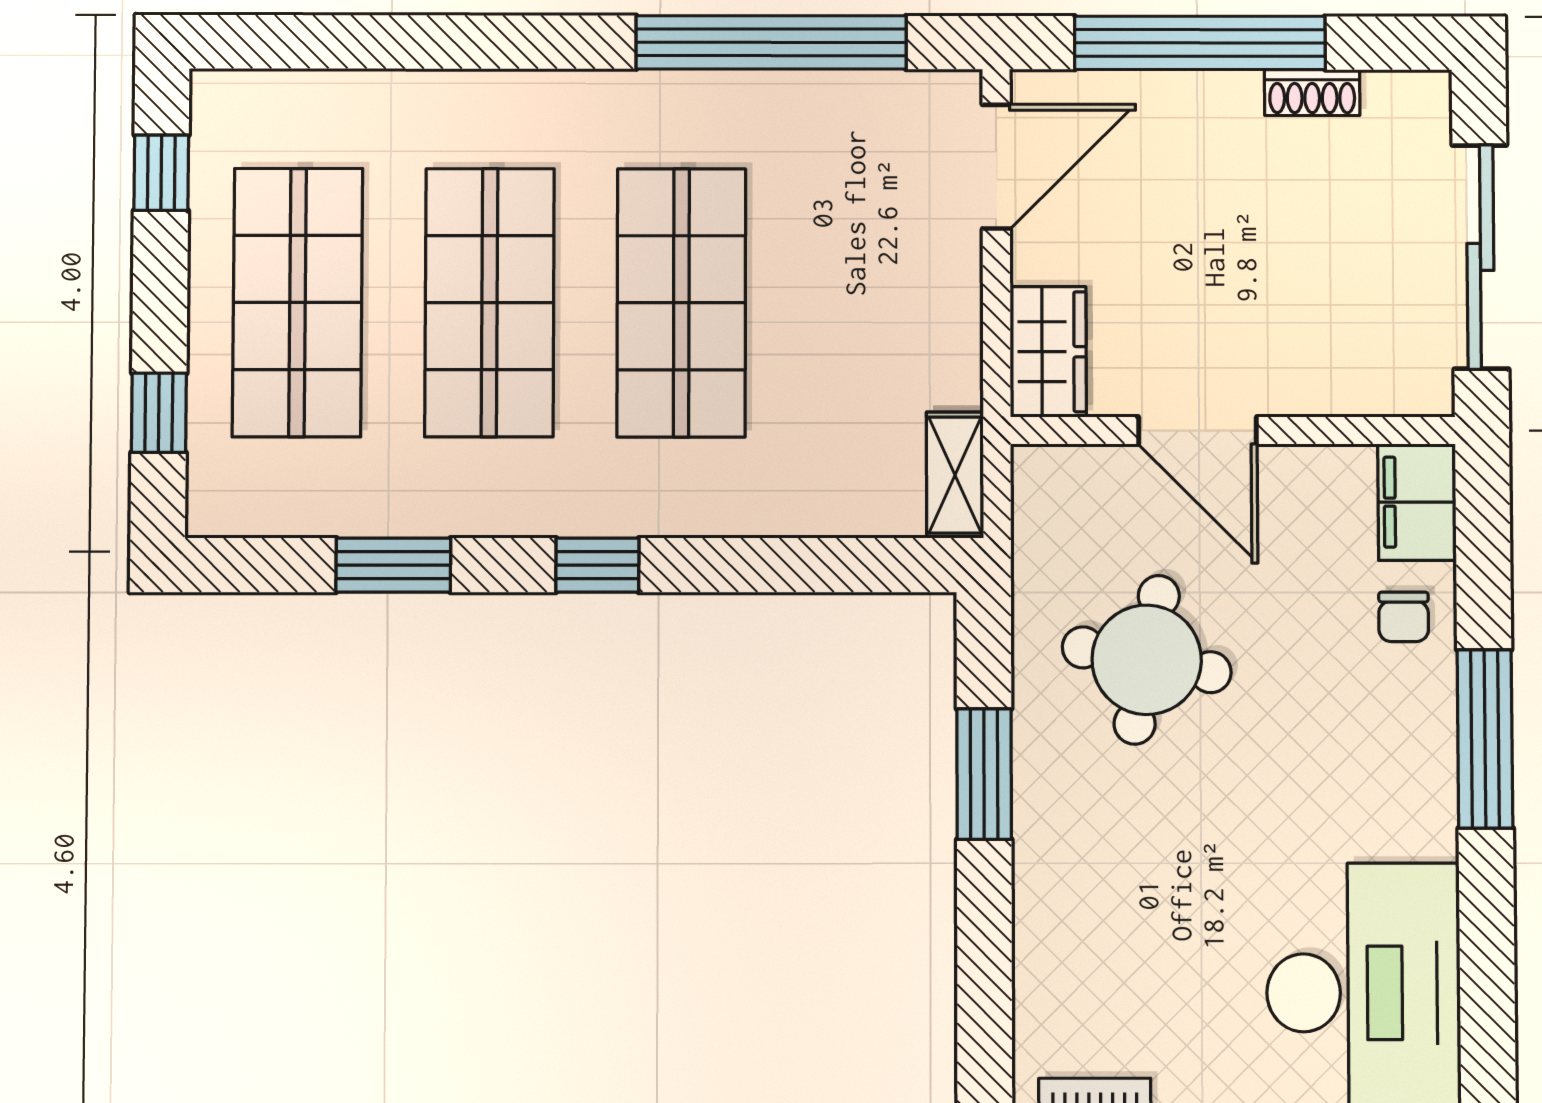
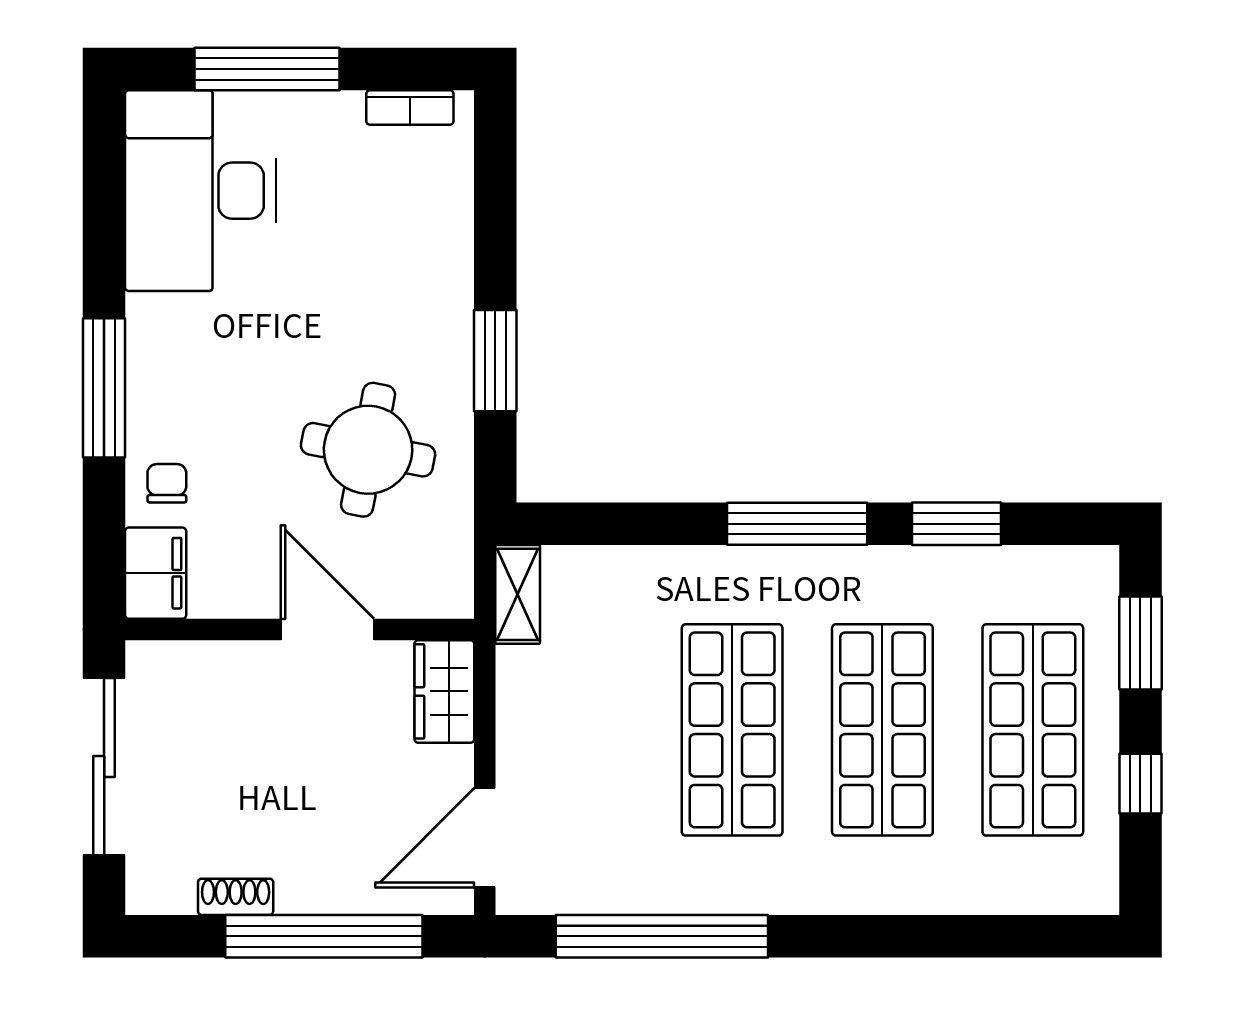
window: (161, 173) -> (1140, 784), moved
window: (159, 413) -> (1140, 643), width x1.50
window: (597, 565) -> (797, 524), width x2.17

